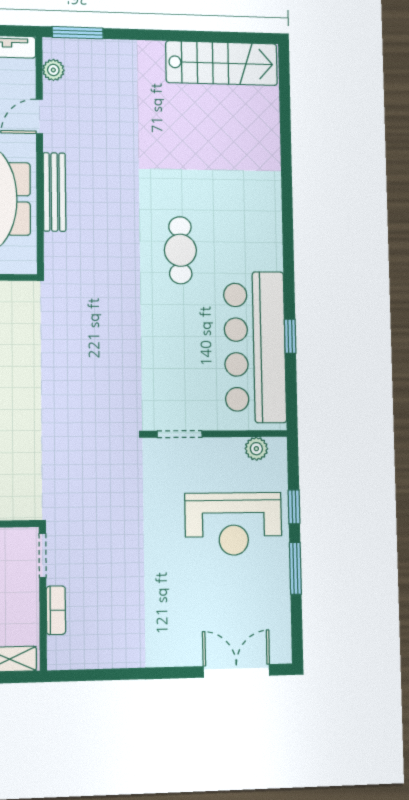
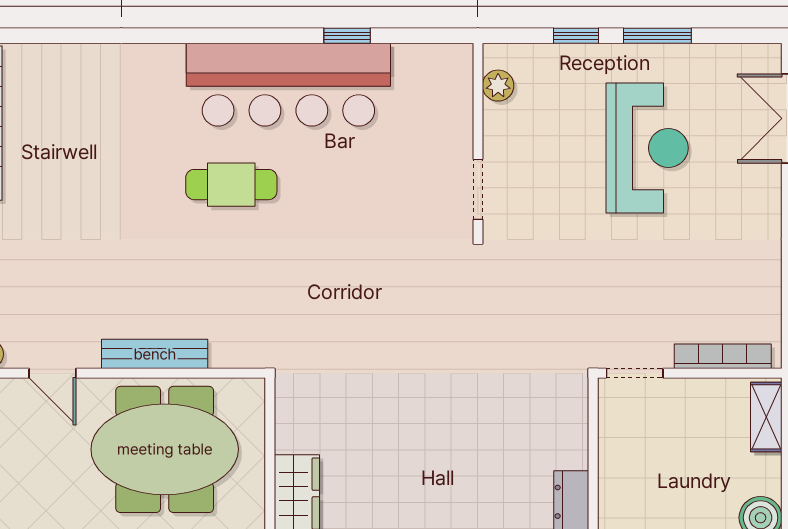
bar counter: (255, 347) -> (288, 85), moved
reception desk: (234, 524) -> (647, 148), moved
bookcase: (56, 610) -> (723, 356), width x1.56

